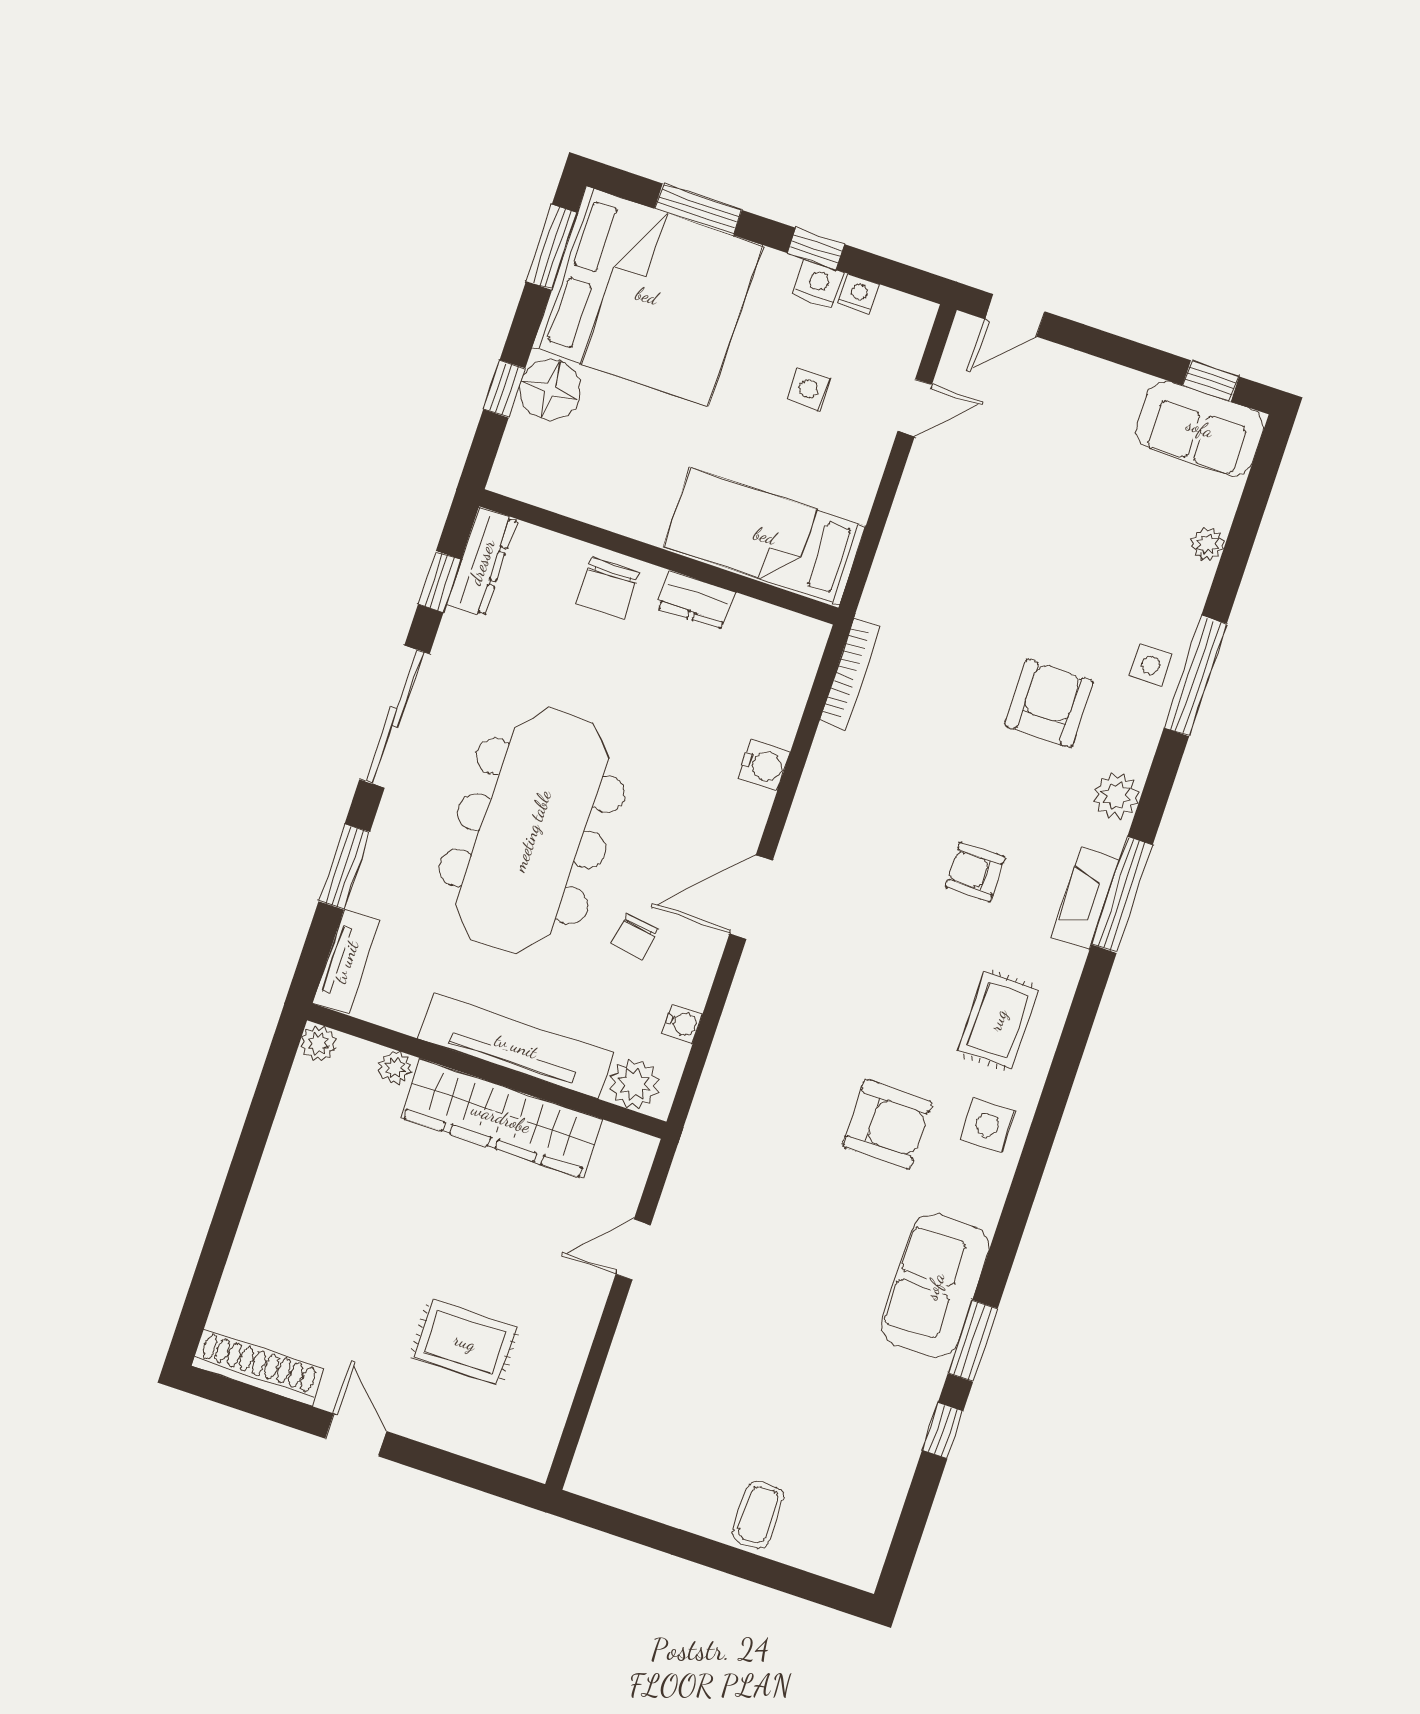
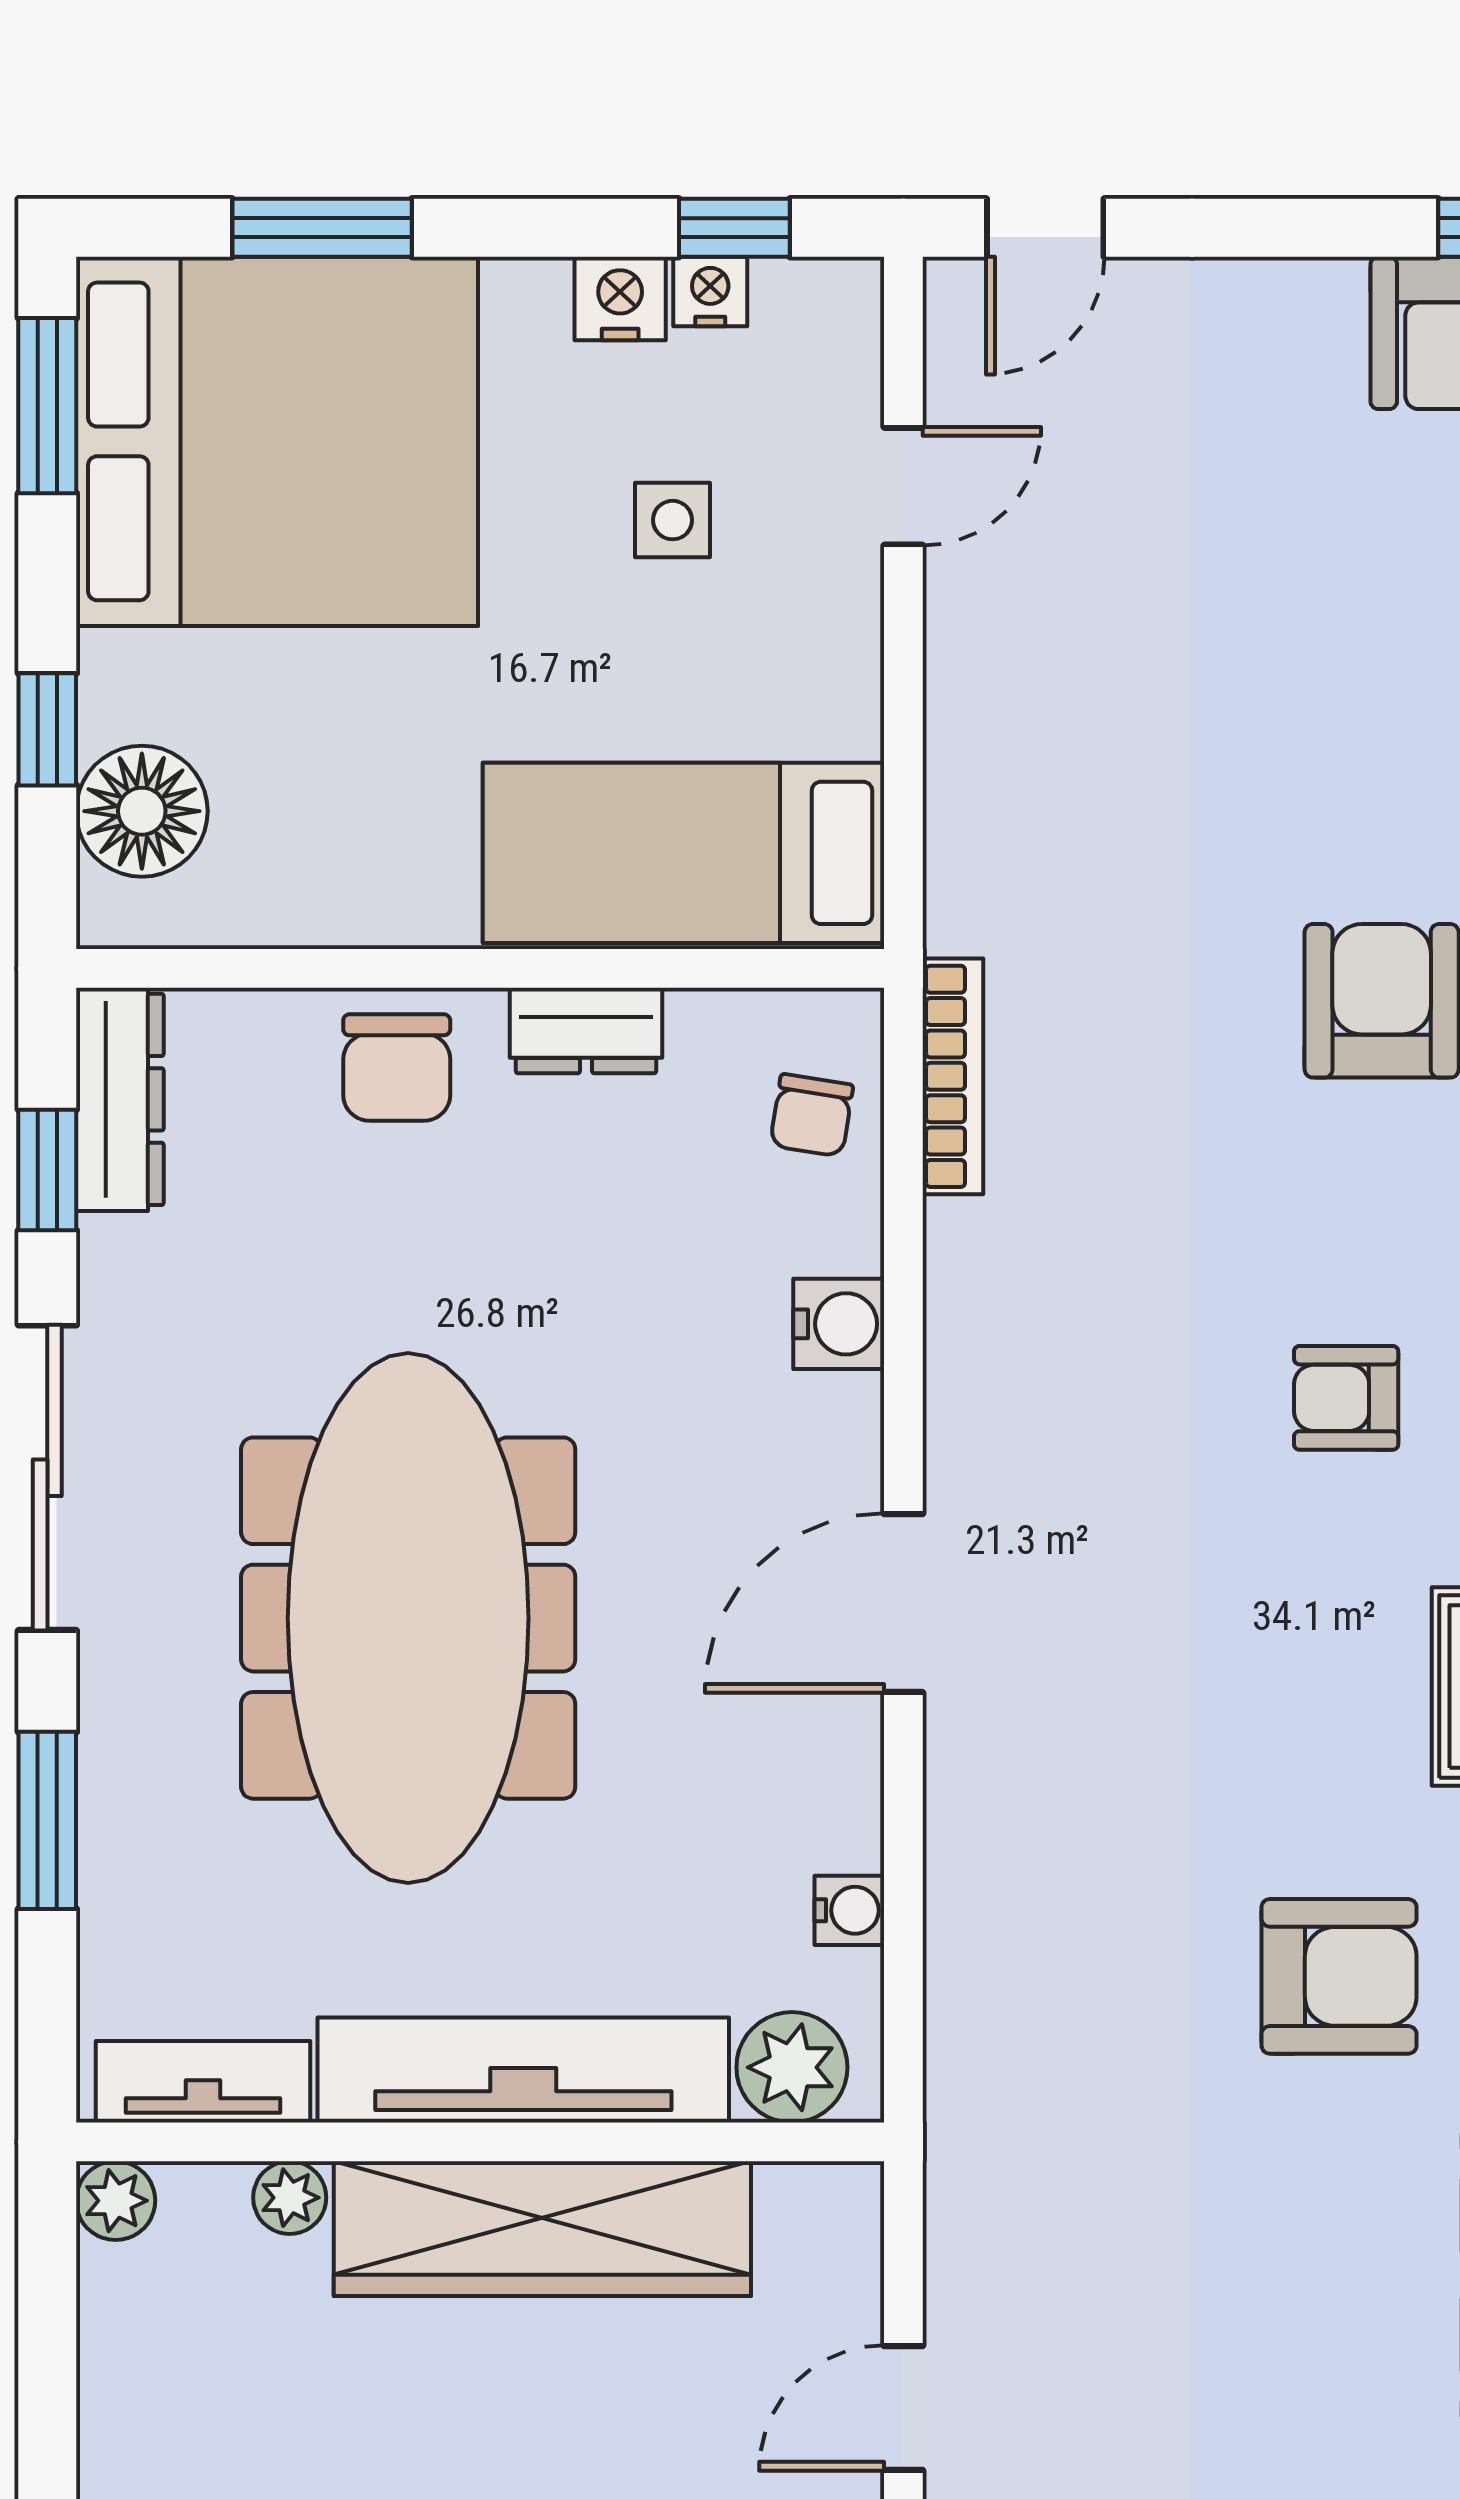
window: (816, 249) -> (734, 228), moved
floor lamp: (550, 390) -> (142, 811), moved
chair: (635, 936) -> (812, 1115), moved
tv unit: (346, 962) -> (203, 2082), moved, turned -90

